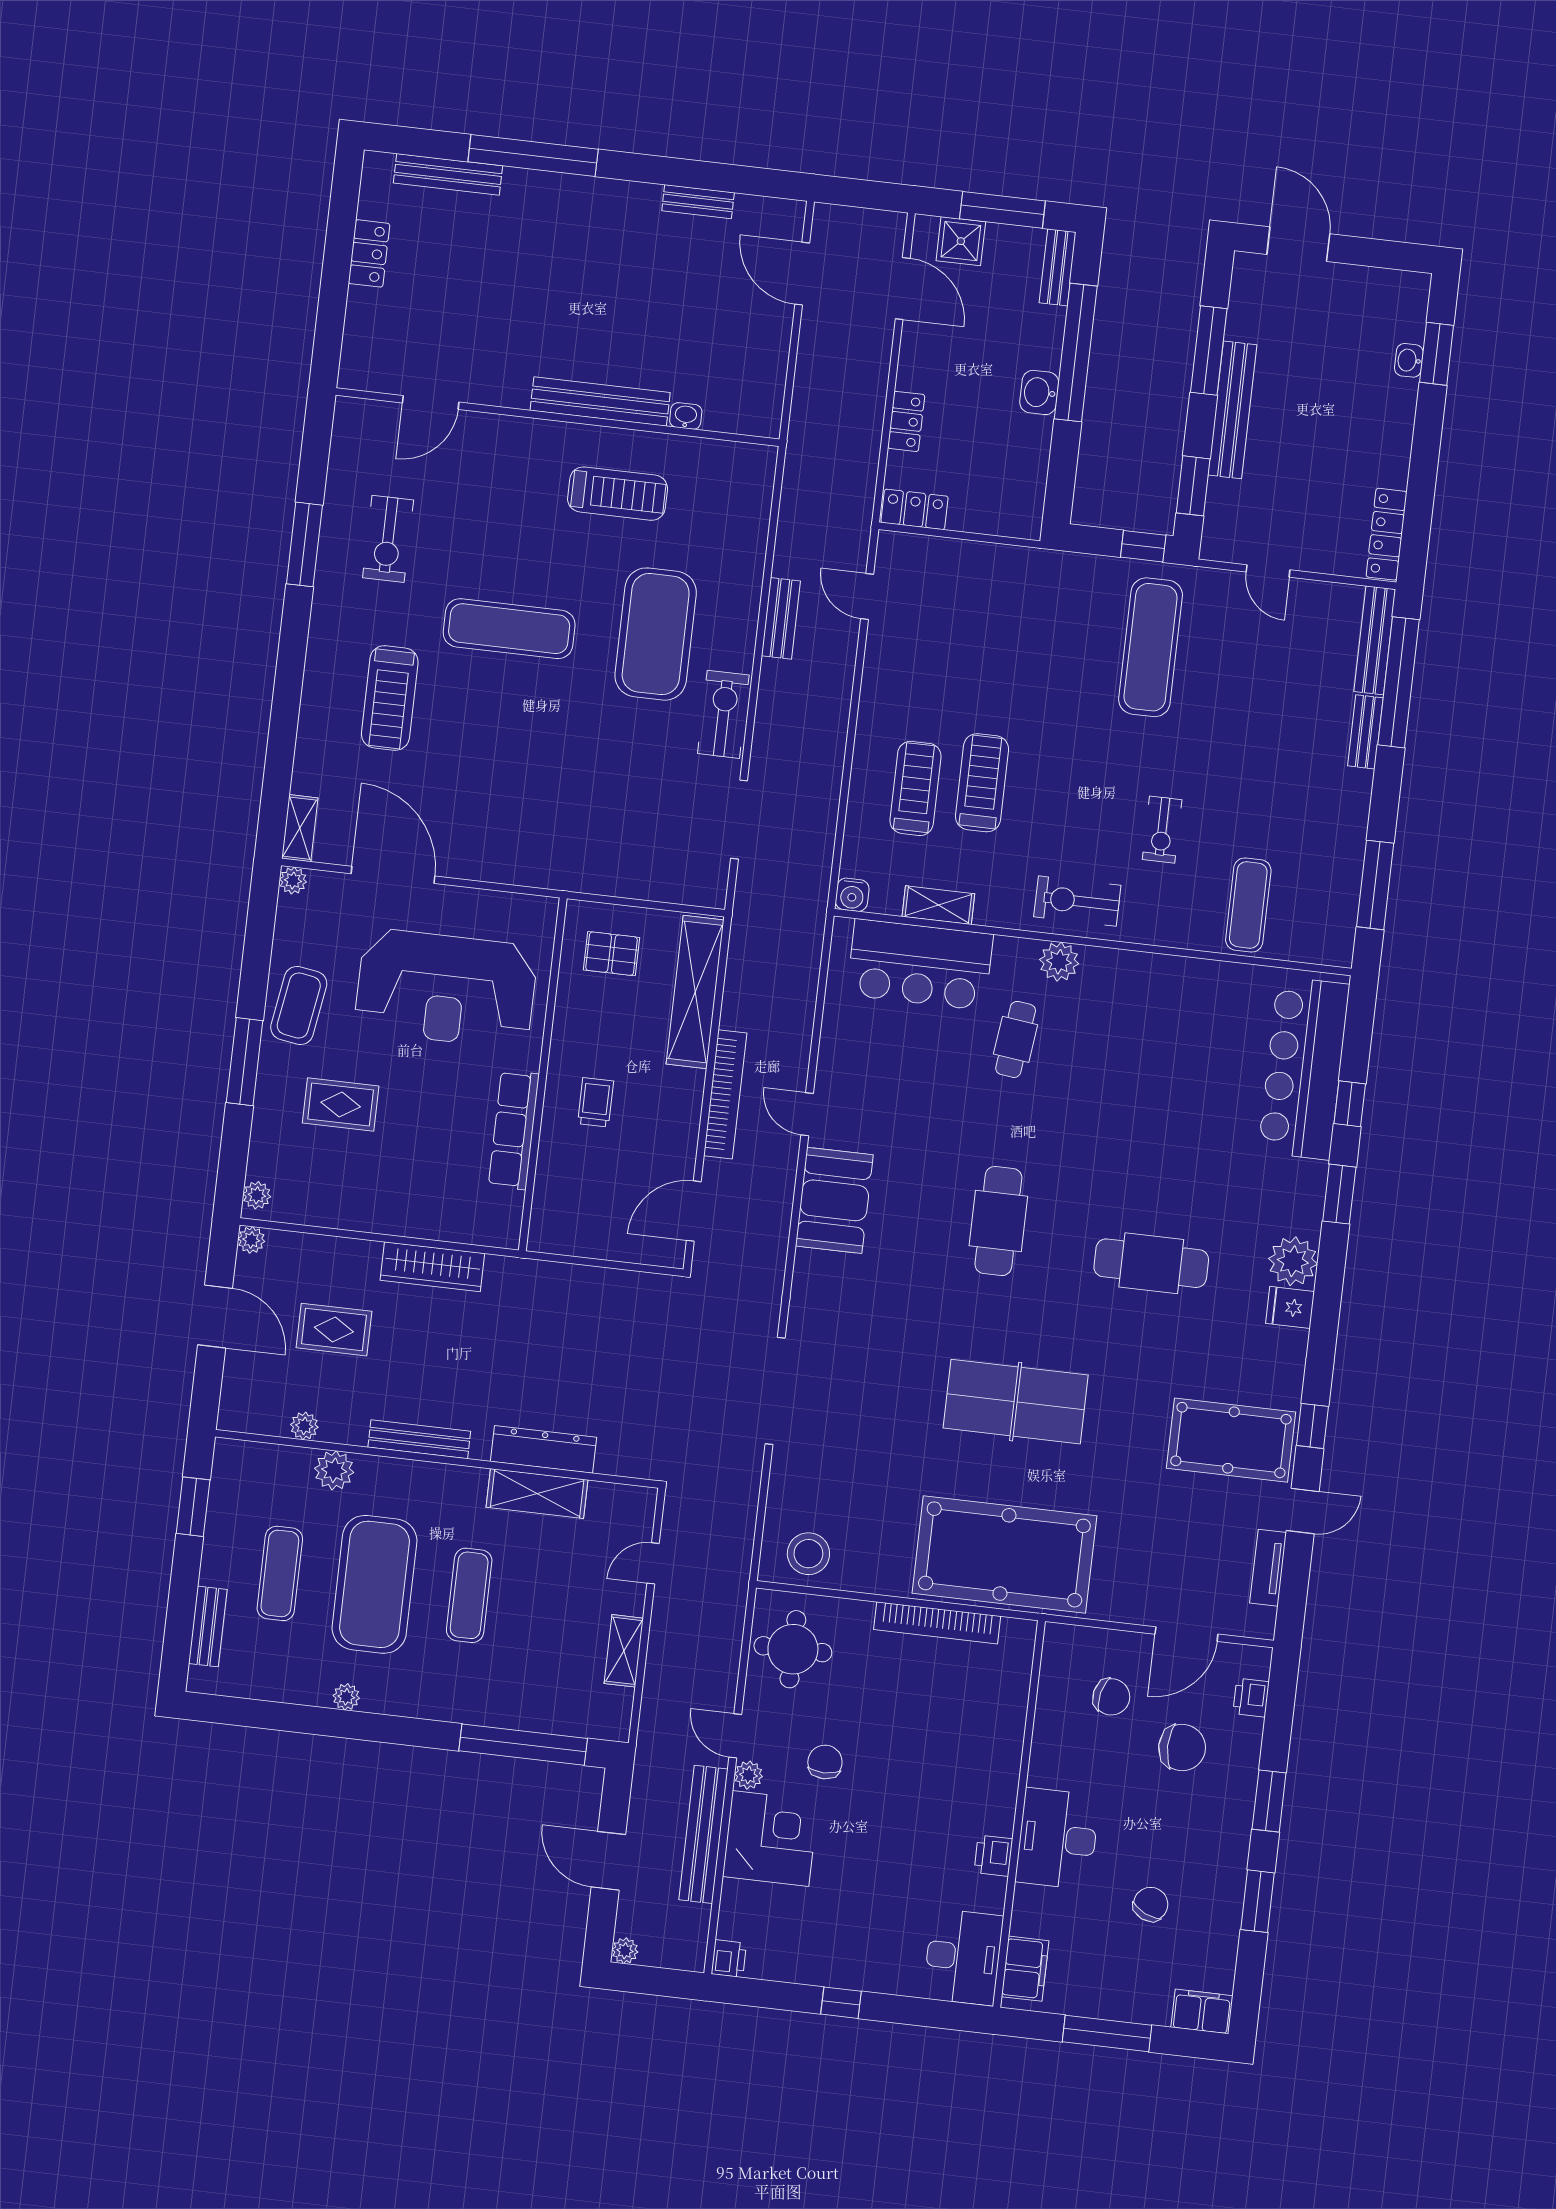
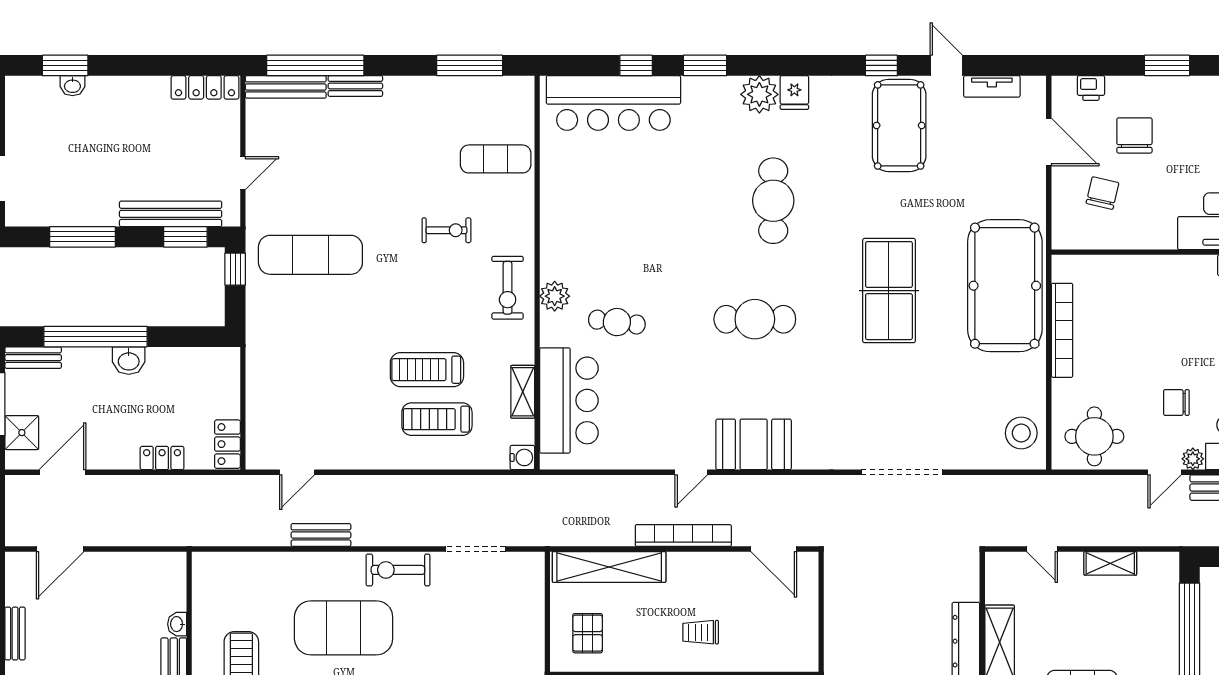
bench: (1232, 410) -> (171, 214), moved

